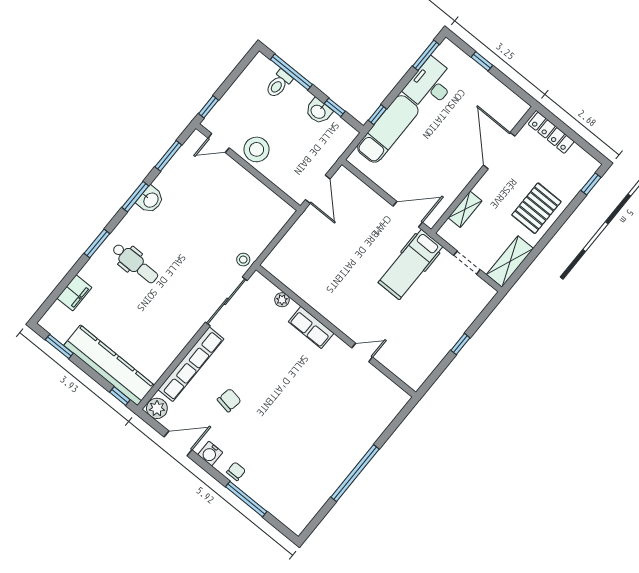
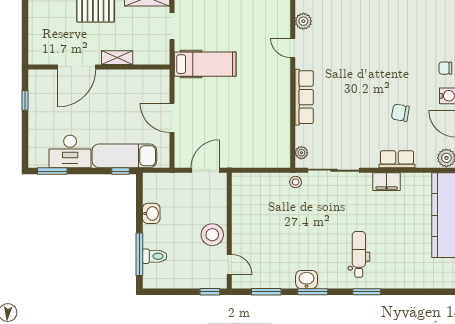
window: (482, 61) -> (25, 100), moved
window: (335, 107) -> (139, 204), removed
locker: (551, 133) -> (35, 41), removed
shelving: (465, 209) -> (117, 58), moved
door: (408, 214) -> (172, 118), moved
filing cabinet: (74, 293) -> (387, 182), moved, turned 180
plant: (282, 300) -> (301, 153), moved
row of seats: (311, 327) -> (304, 97), width x1.48
row of seats: (191, 364) -> (397, 159), width x0.50
plant: (378, 381) -> (303, 21), added

